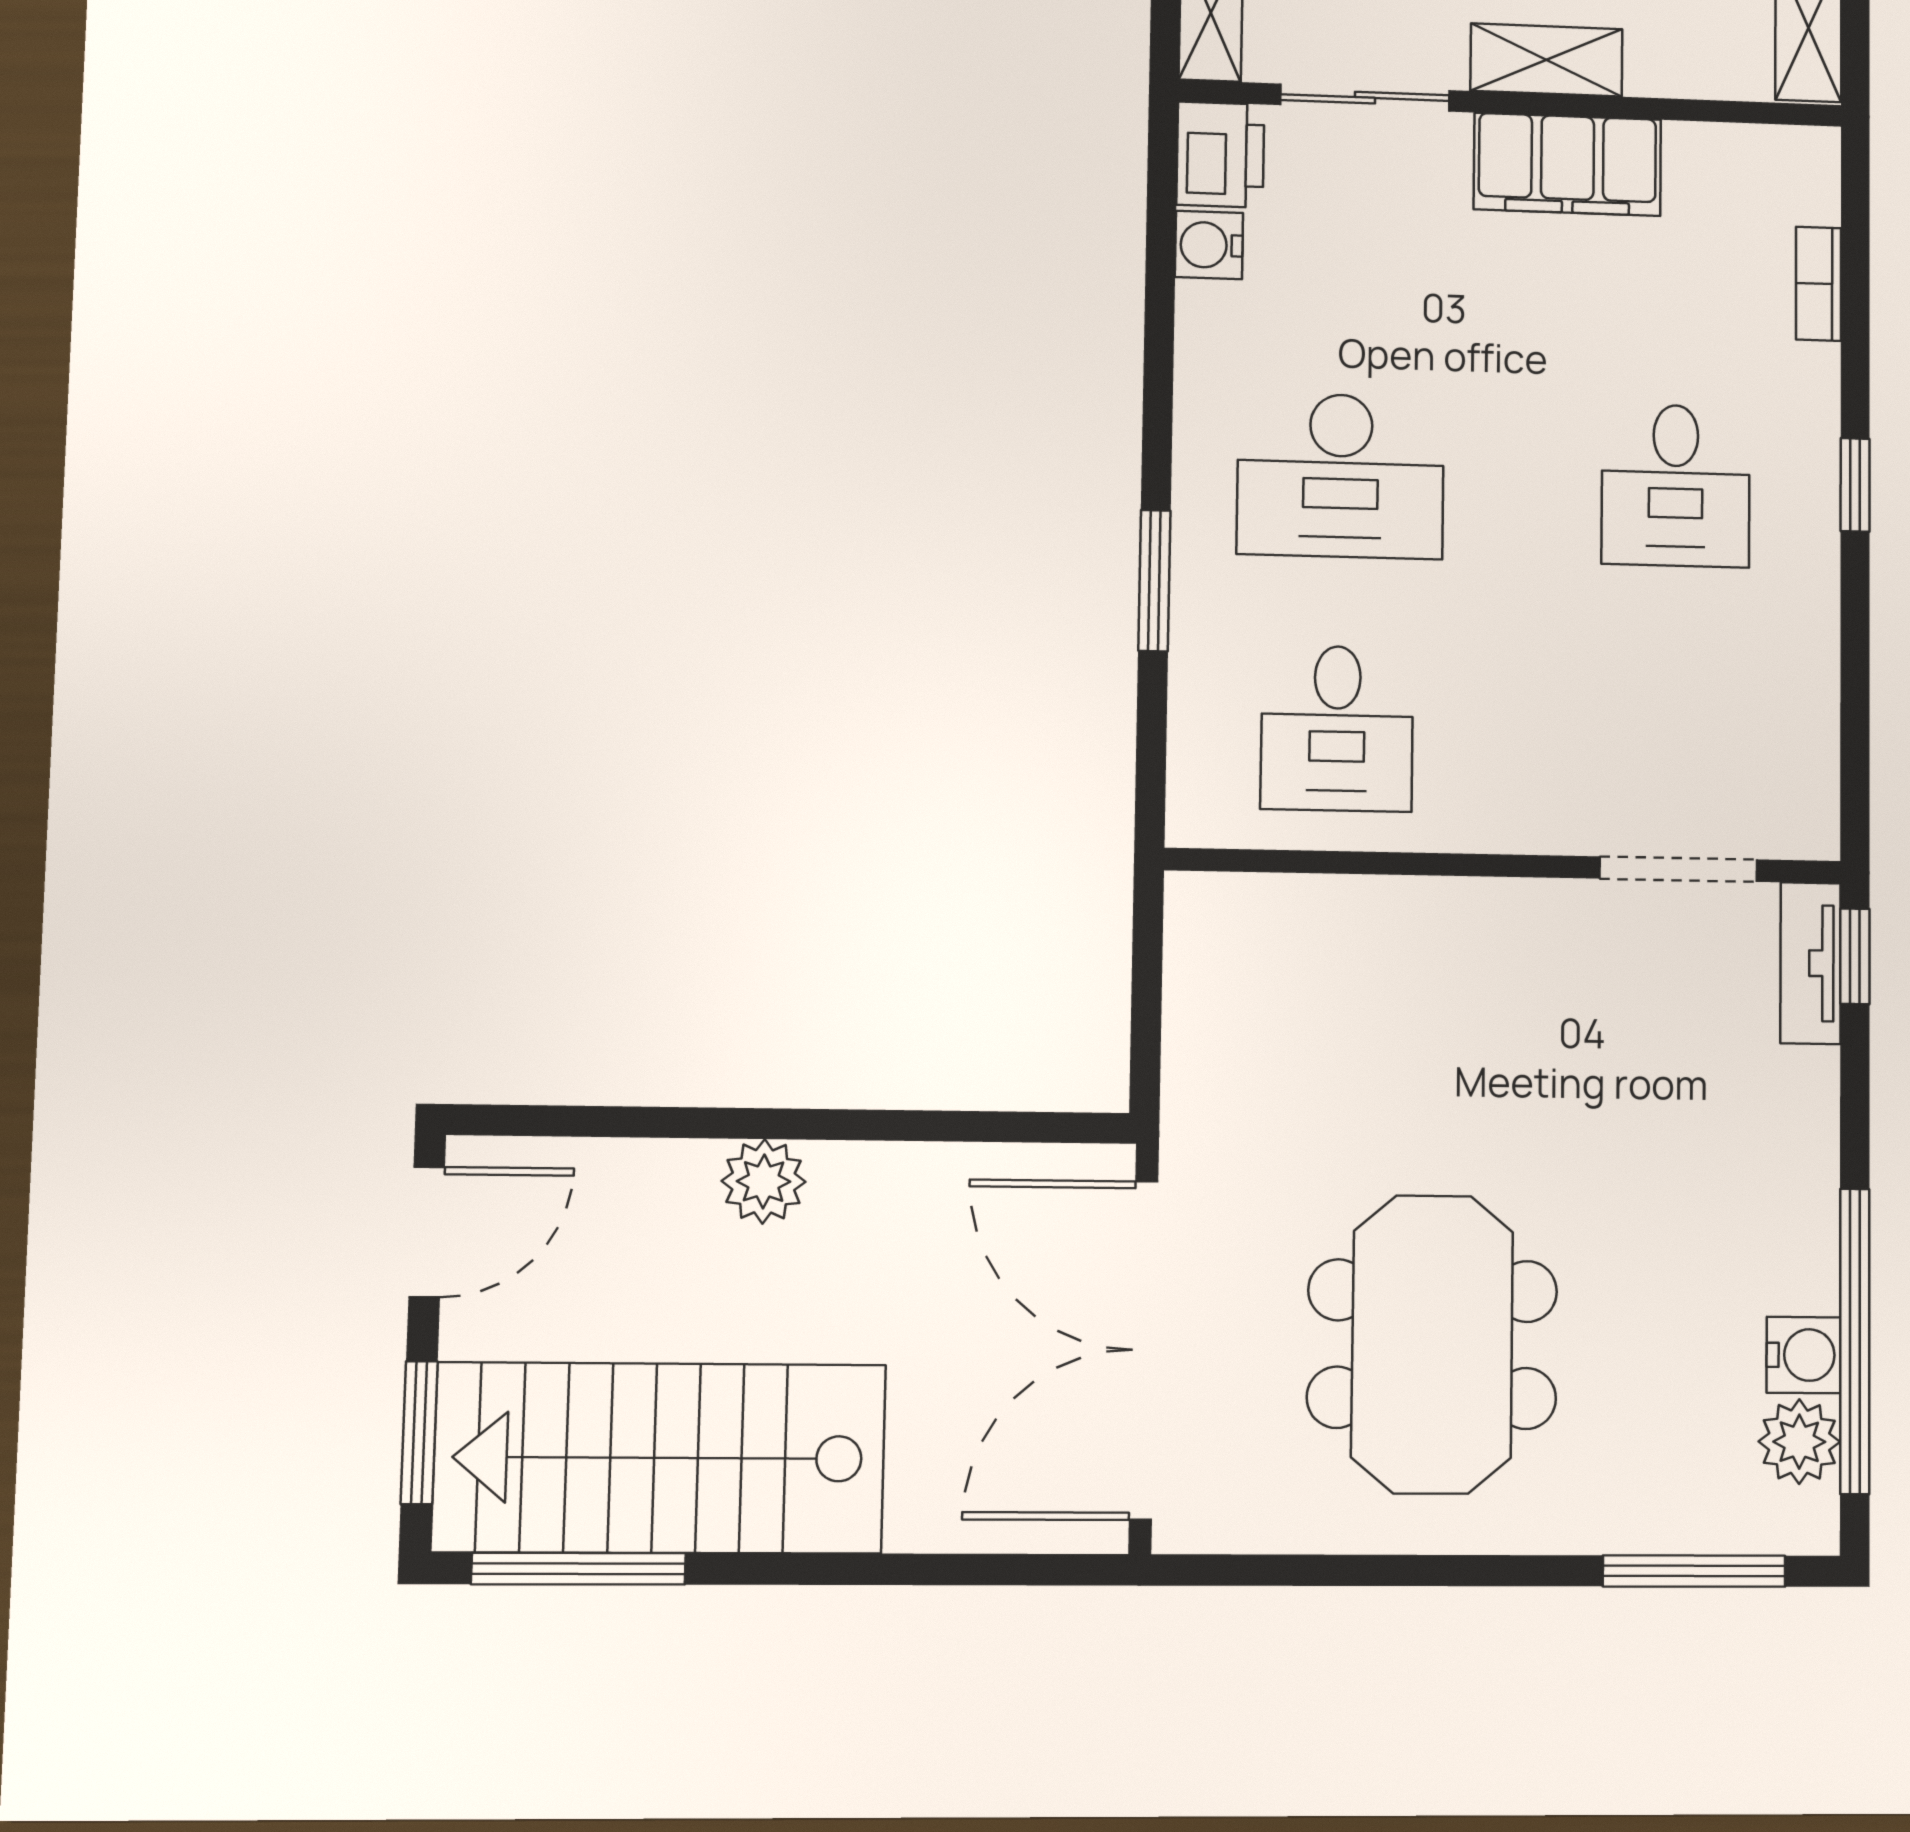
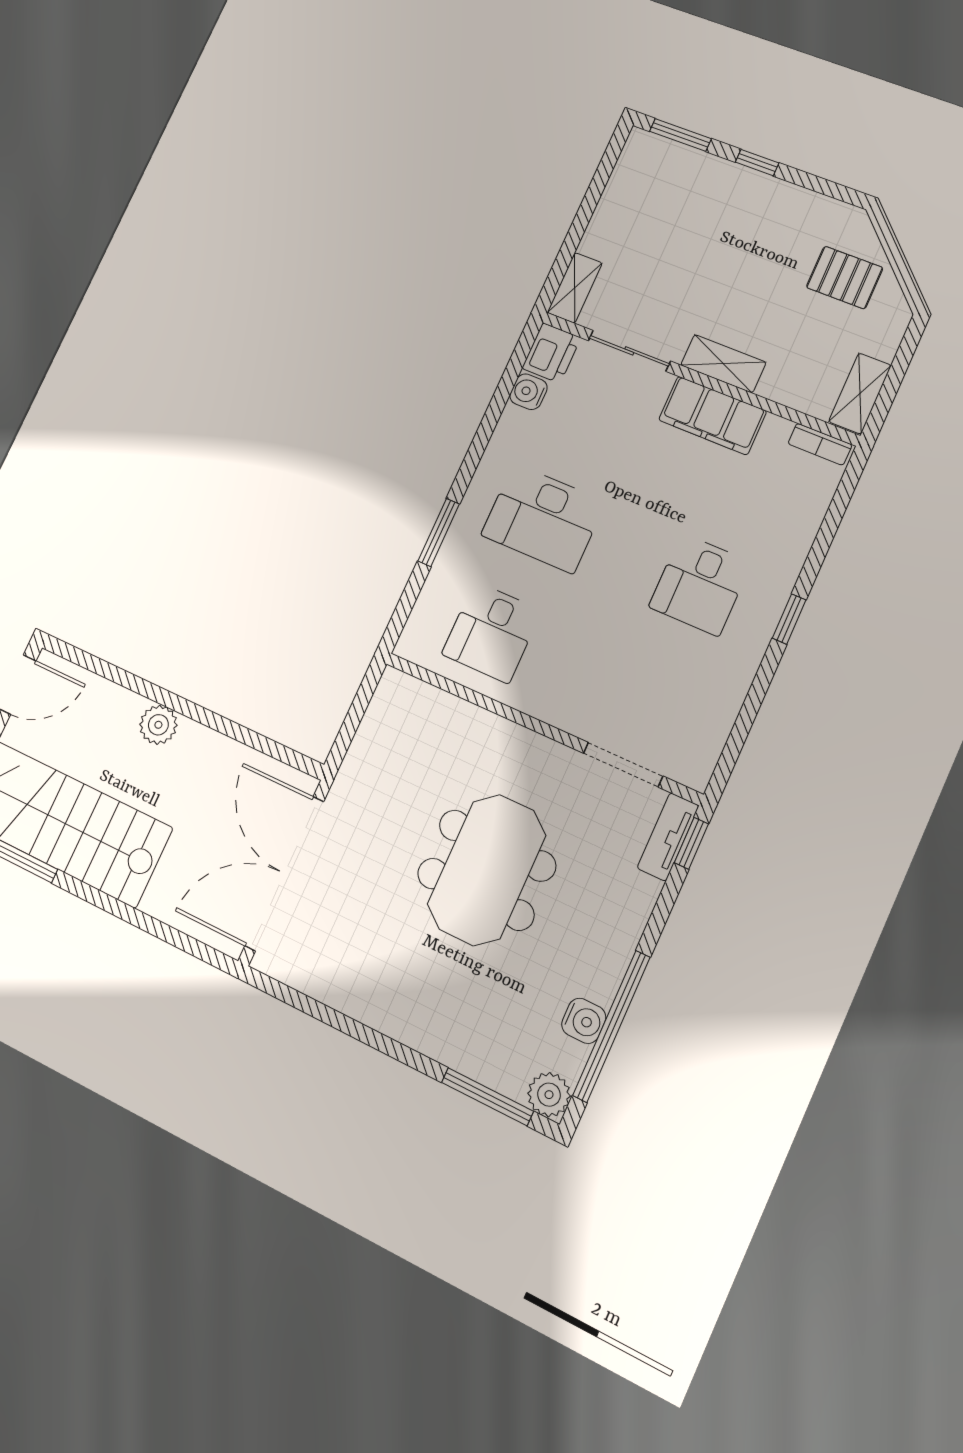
bookcase: (1819, 284) -> (820, 444), moved, turned -90
meeting table: (1432, 1344) -> (487, 870), moved
plant: (1799, 1442) -> (549, 1095), moved

